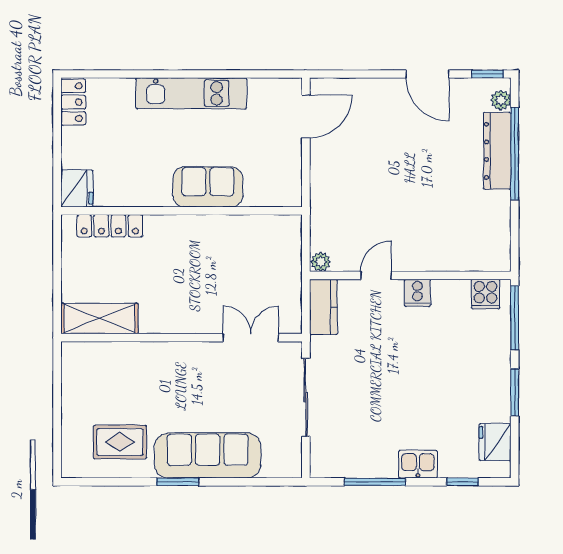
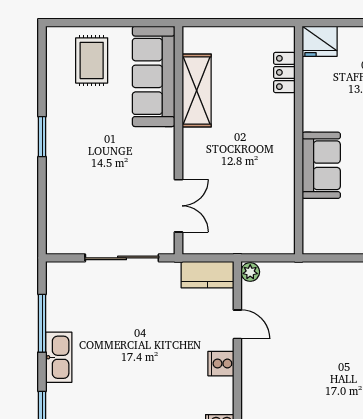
locker: (110, 226) -> (284, 72), width x0.66
shelving: (99, 318) -> (197, 91), moved
rug: (120, 442) -> (92, 60), moved
sofa: (208, 456) -> (154, 76), moved, turned 180
kitchen sink: (418, 464) -> (59, 357), width x1.38

